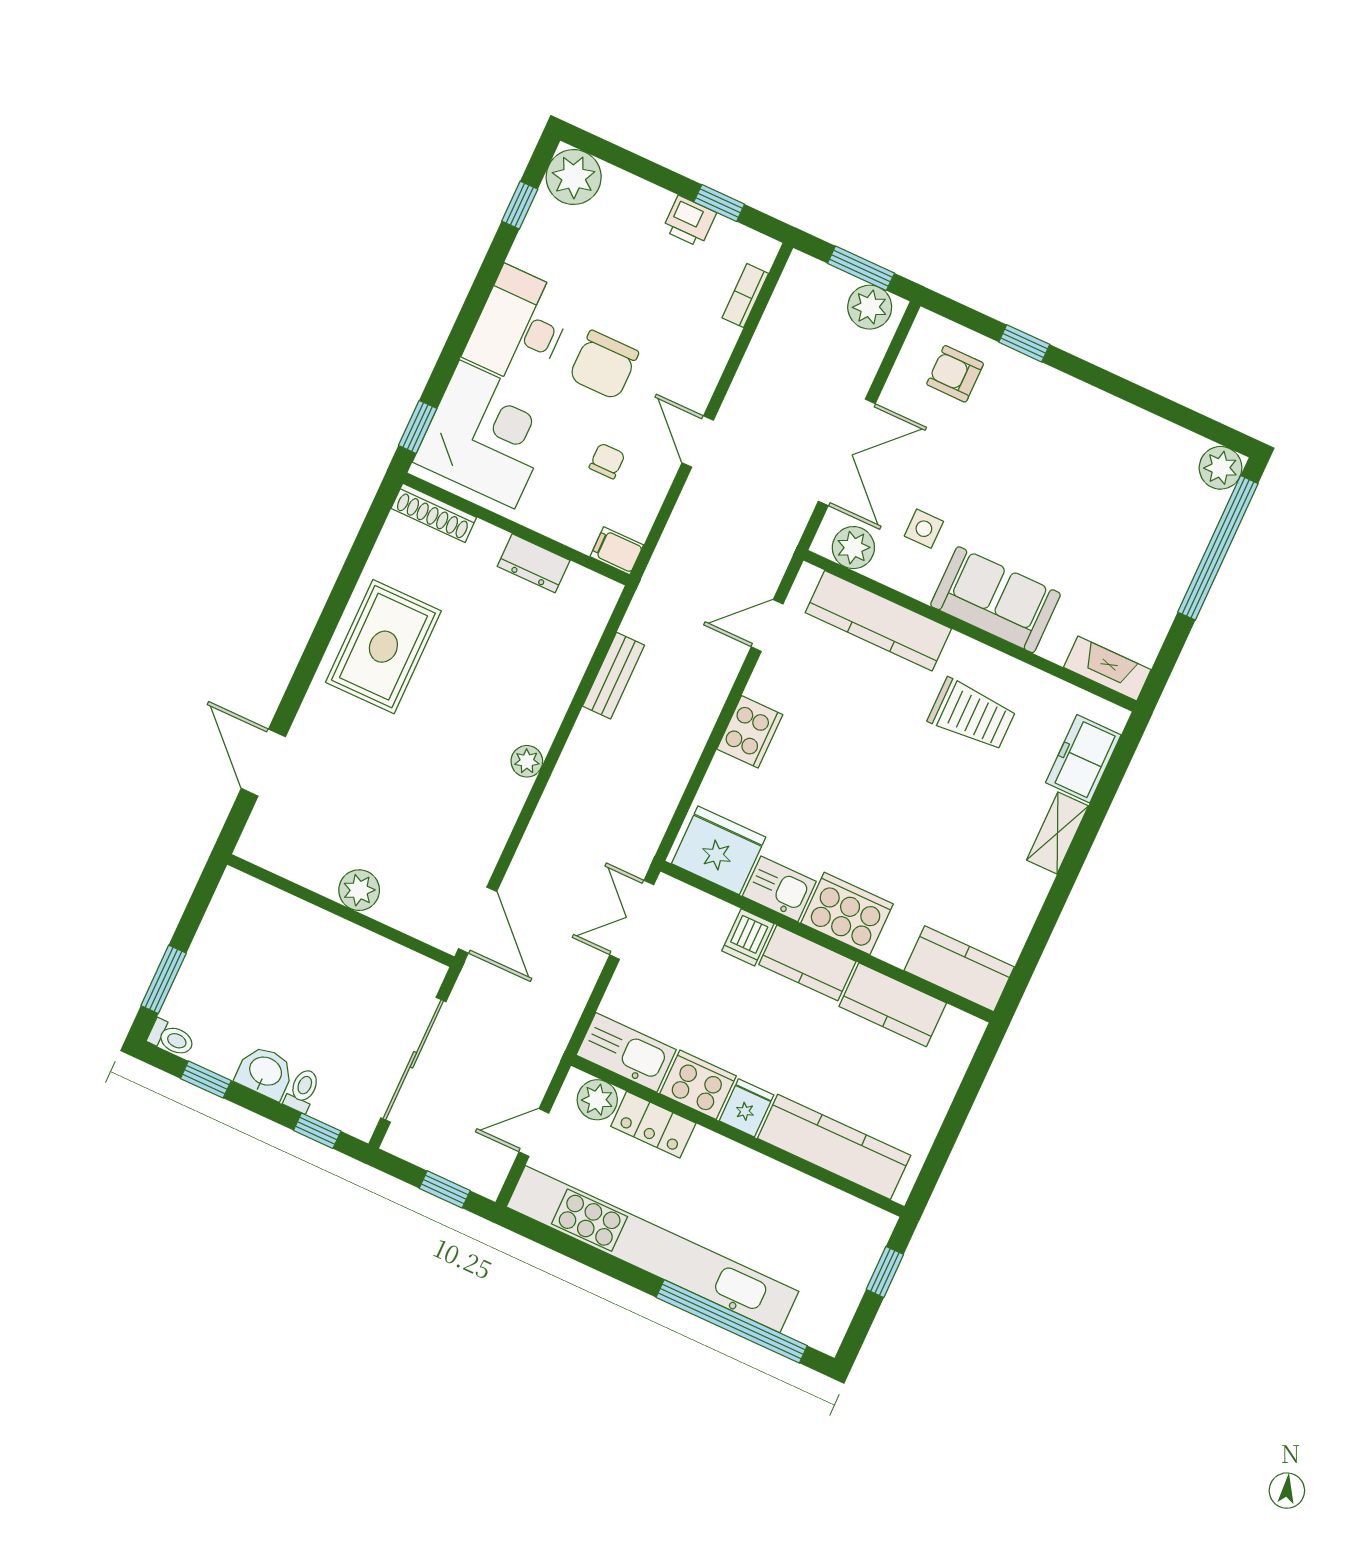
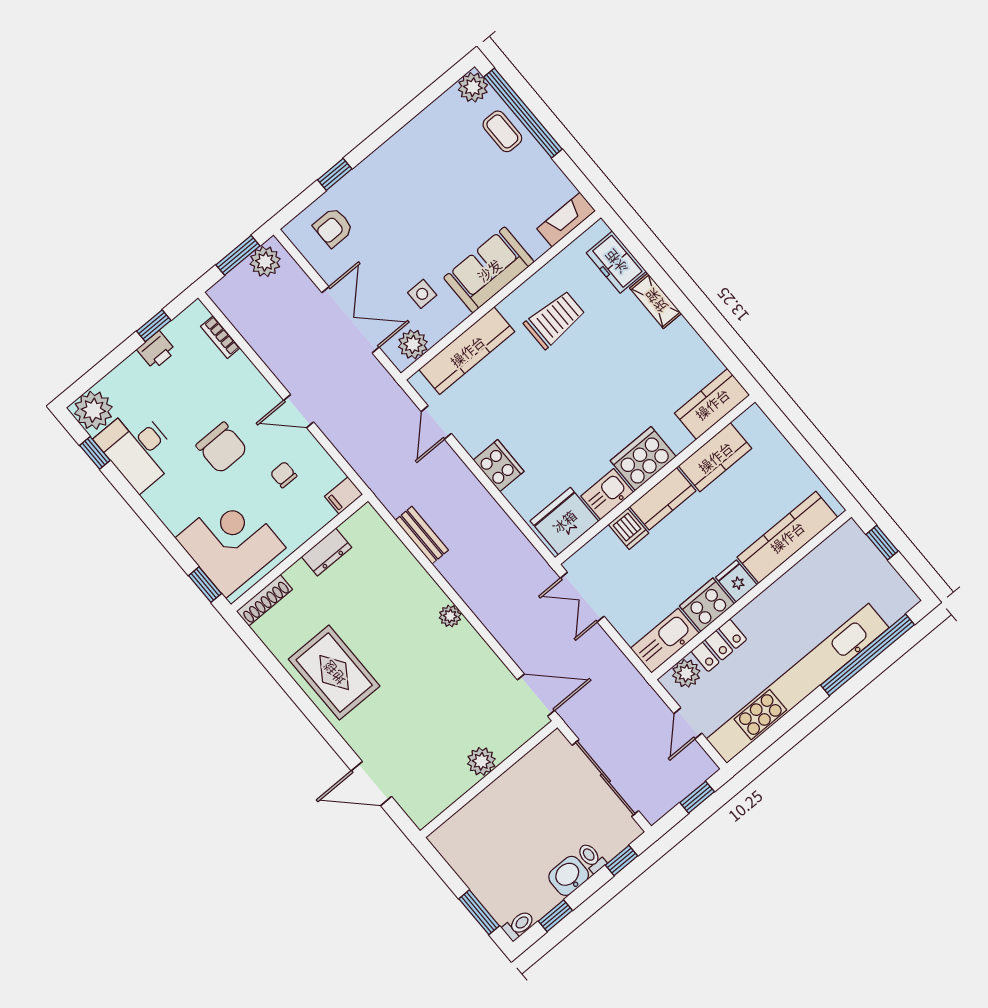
desk: (519, 327) -> (138, 449), moved
coffee table: (1182, 533) -> (502, 131), added

